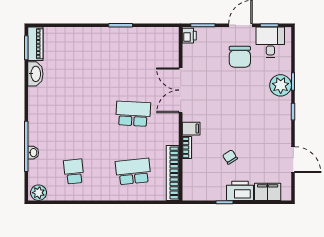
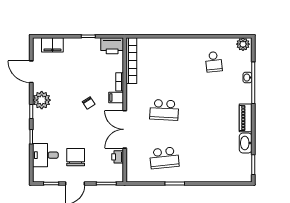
printer: (189, 36) -> (118, 157), moved
desk: (270, 42) -> (45, 155), moved, turned 90
piano: (35, 44) -> (246, 118), moved
plant: (281, 85) -> (42, 100), moved
double door: (181, 90) -> (125, 129), swing flipped
chair: (230, 157) -> (89, 103), moved
school desk: (133, 171) -> (164, 158), moved
printer: (240, 191) -> (112, 46), moved

